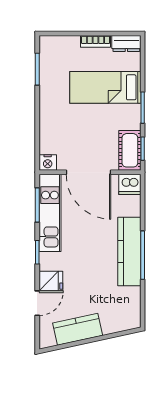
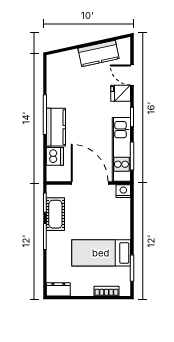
bookcase: (96, 41) -> (106, 291), moved
bed: (105, 87) -> (101, 253), moved, turned 180
cot: (130, 150) -> (55, 214), moved
dishwasher: (130, 184) -> (55, 156), moved, turned 90
kitchen counter: (129, 252) -> (56, 127), width x0.67
door: (37, 303) -> (132, 75), hinge flipped

